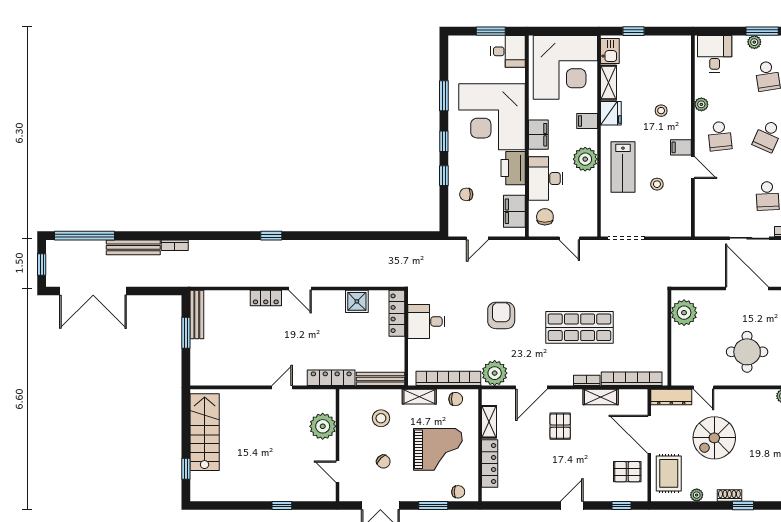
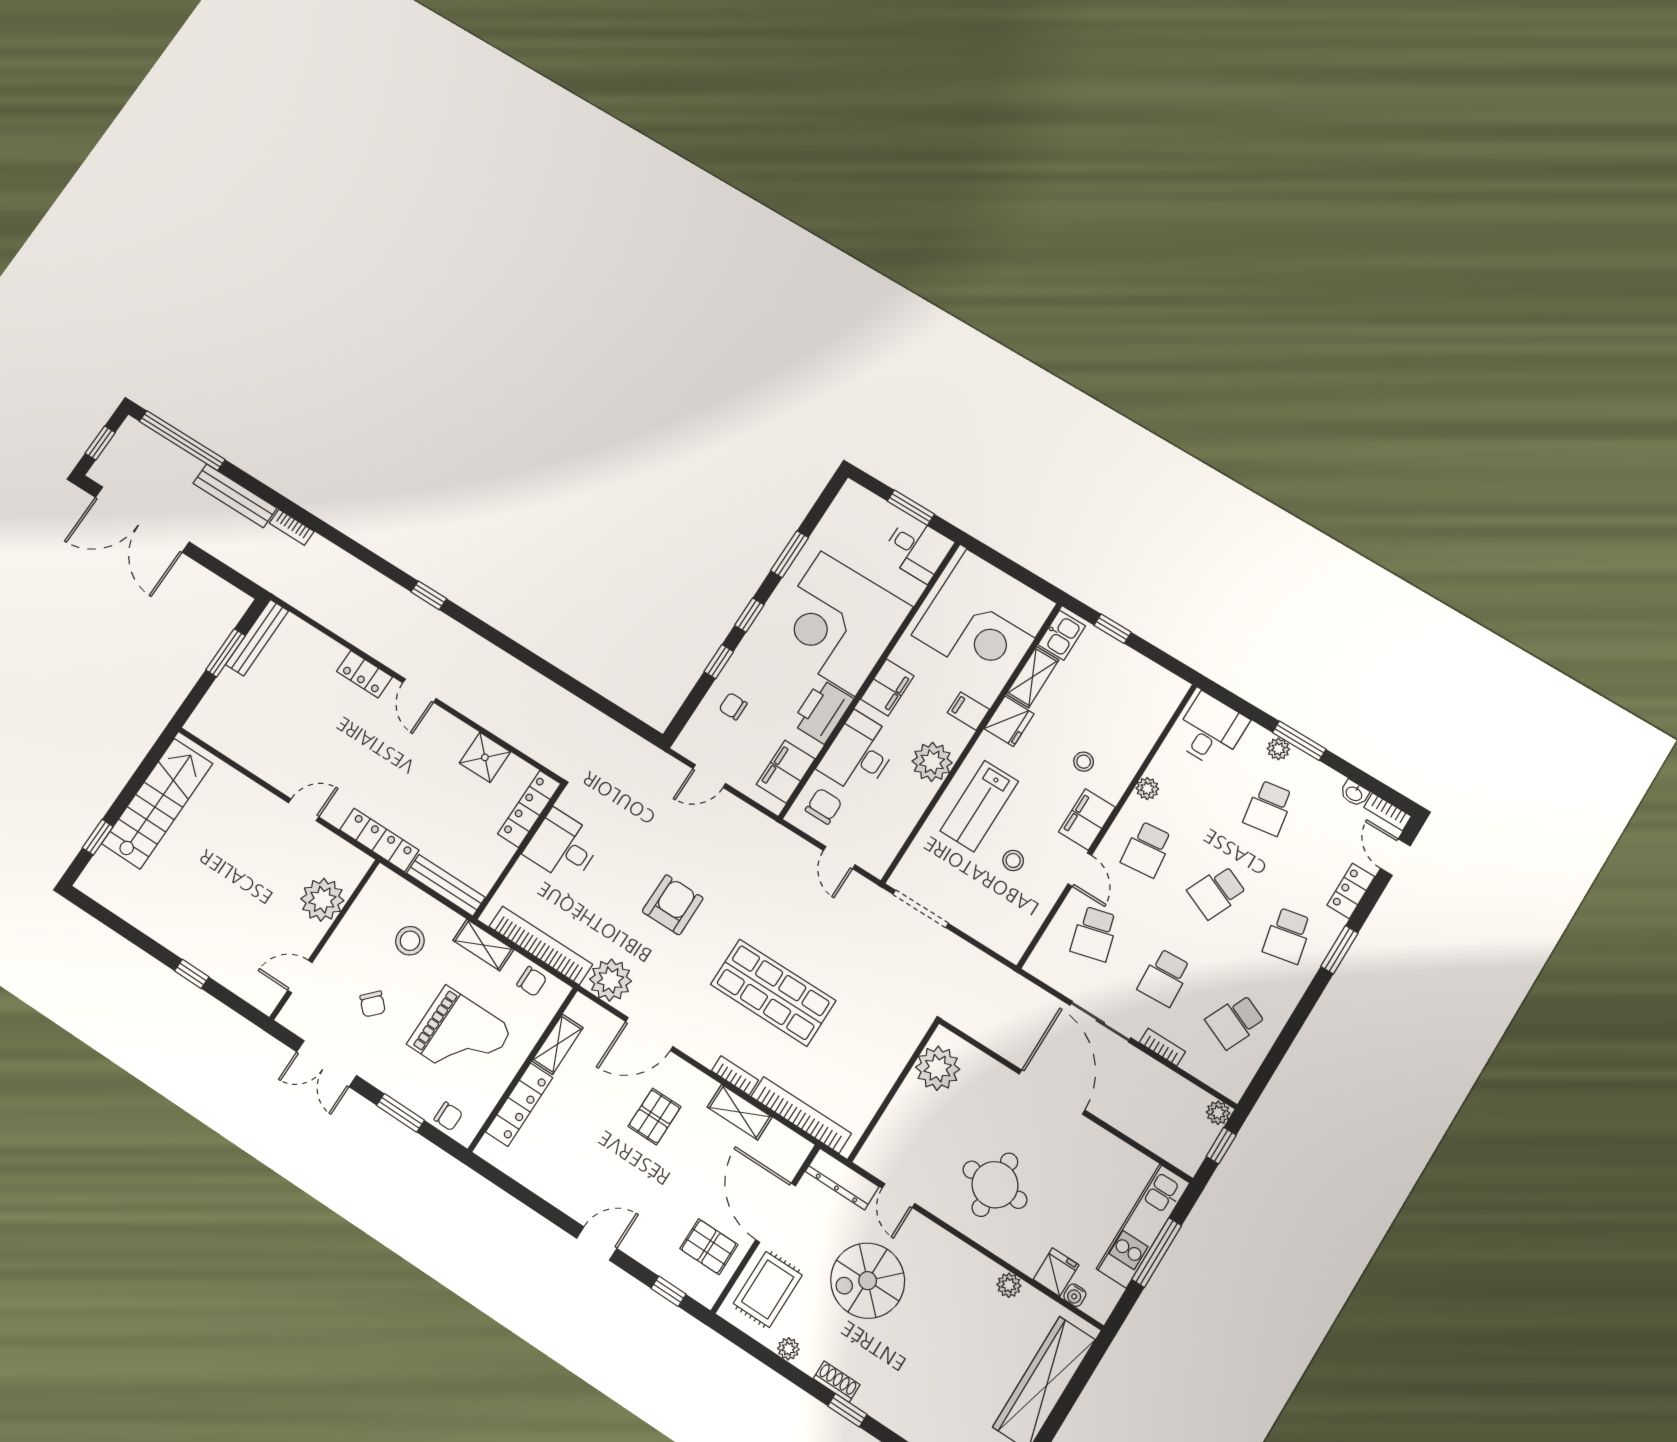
filing cabinet: (681, 147) -> (1087, 819), width x2.00
school desk: (720, 196) -> (1094, 934), added
door: (338, 472) -> (300, 976), hinge flipped

